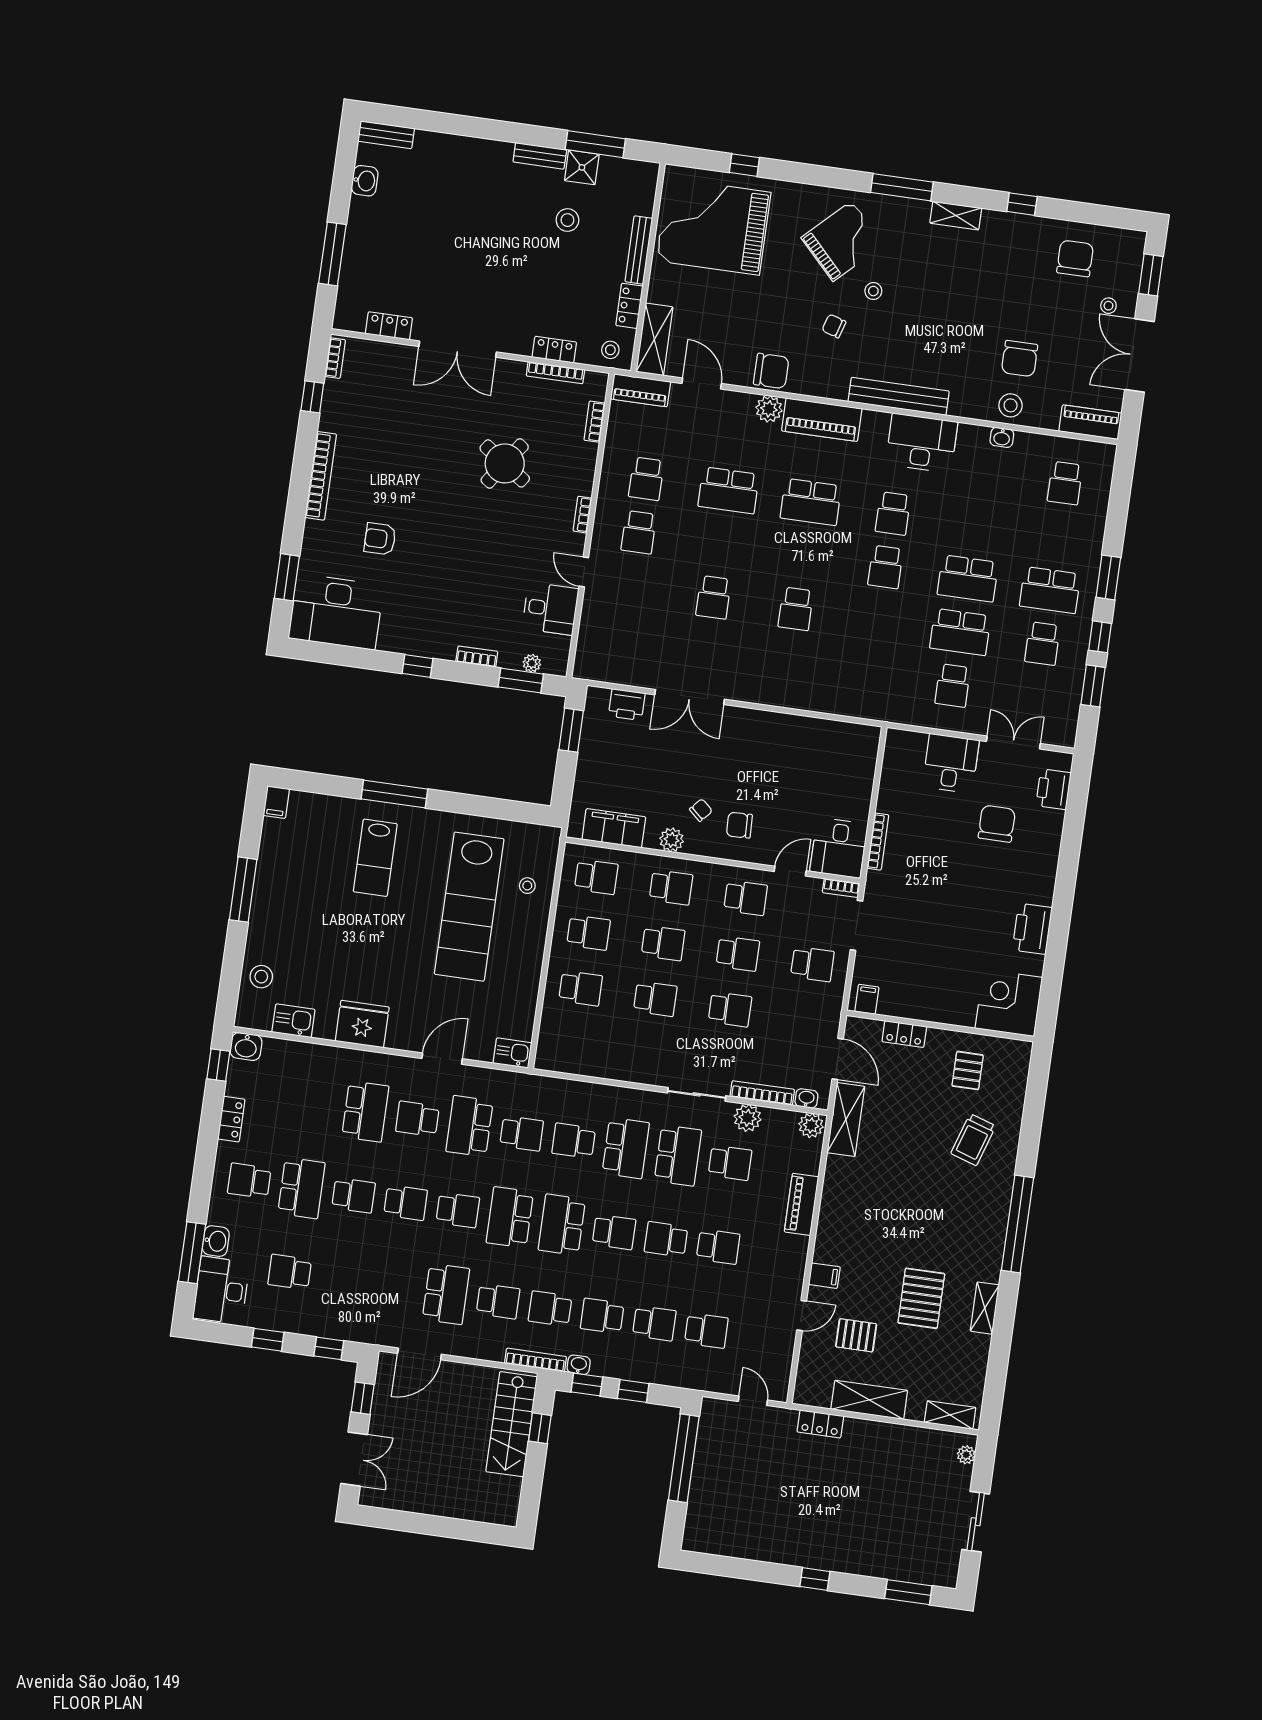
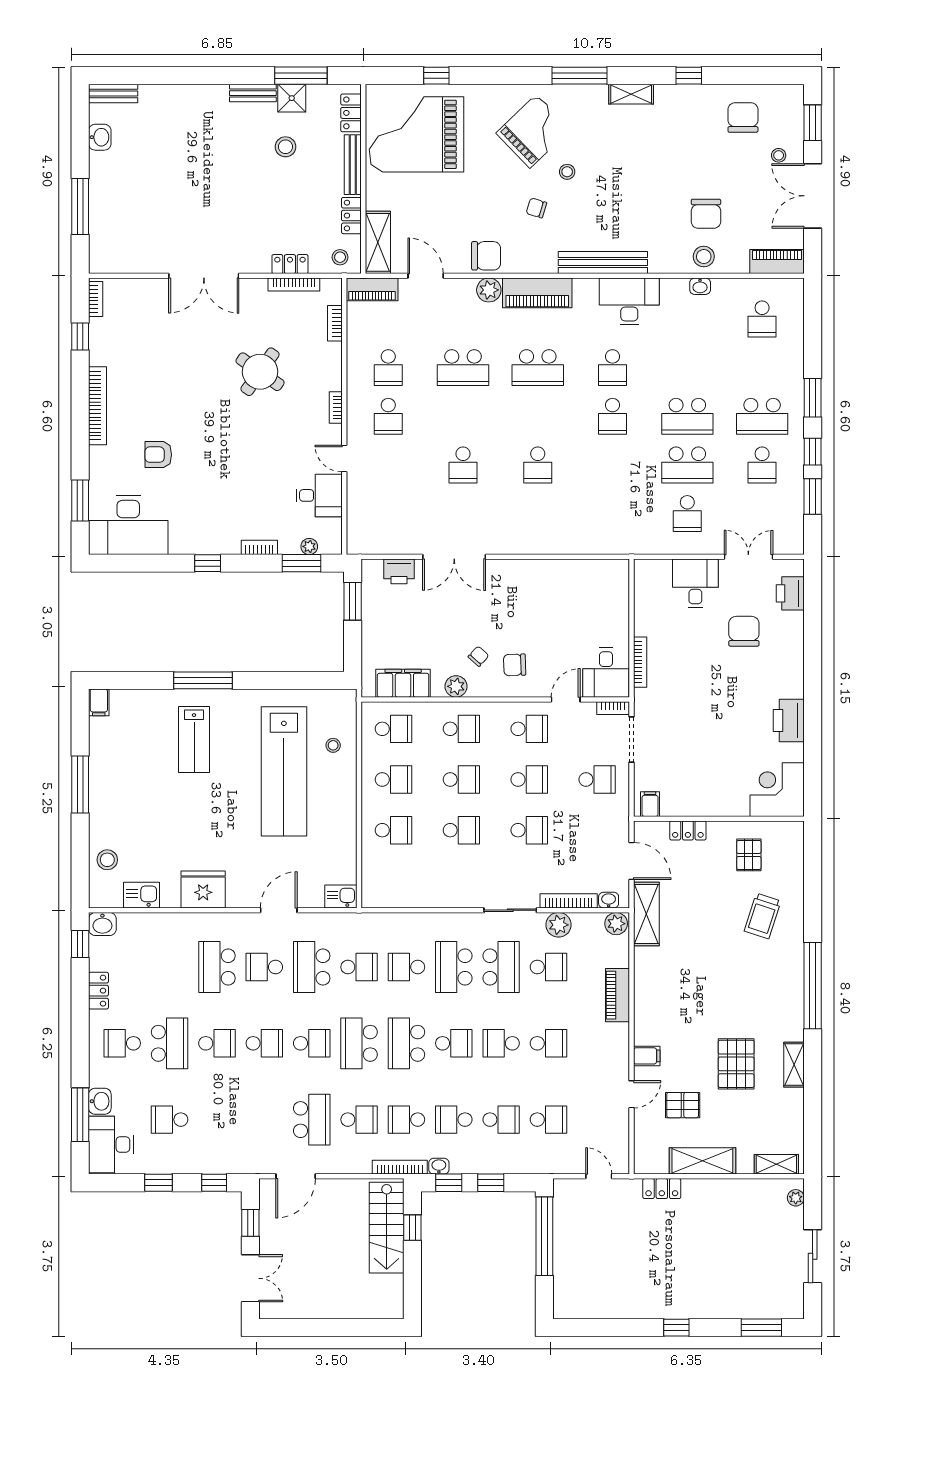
locker: (389, 326) -> (351, 113), moved, turned -90
school desk: (365, 1111) -> (217, 967), turned 180
school desk: (626, 1148) -> (454, 967), turned 180

